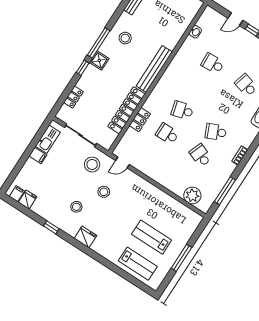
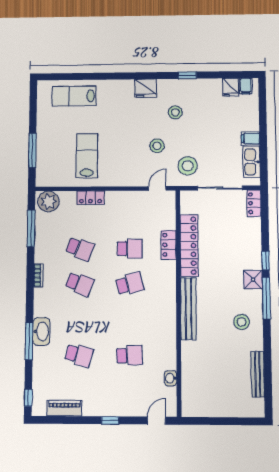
door: (235, 19) -> (156, 421), moved
locker: (73, 97) -> (254, 203), moved
school desk: (216, 132) -> (80, 284), turned 45
locker: (171, 185) -> (91, 198), added
plant: (192, 195) -> (48, 201), moved
lab bench: (152, 237) -> (87, 156), moved, turned -90
window: (181, 258) -> (32, 150), moved

